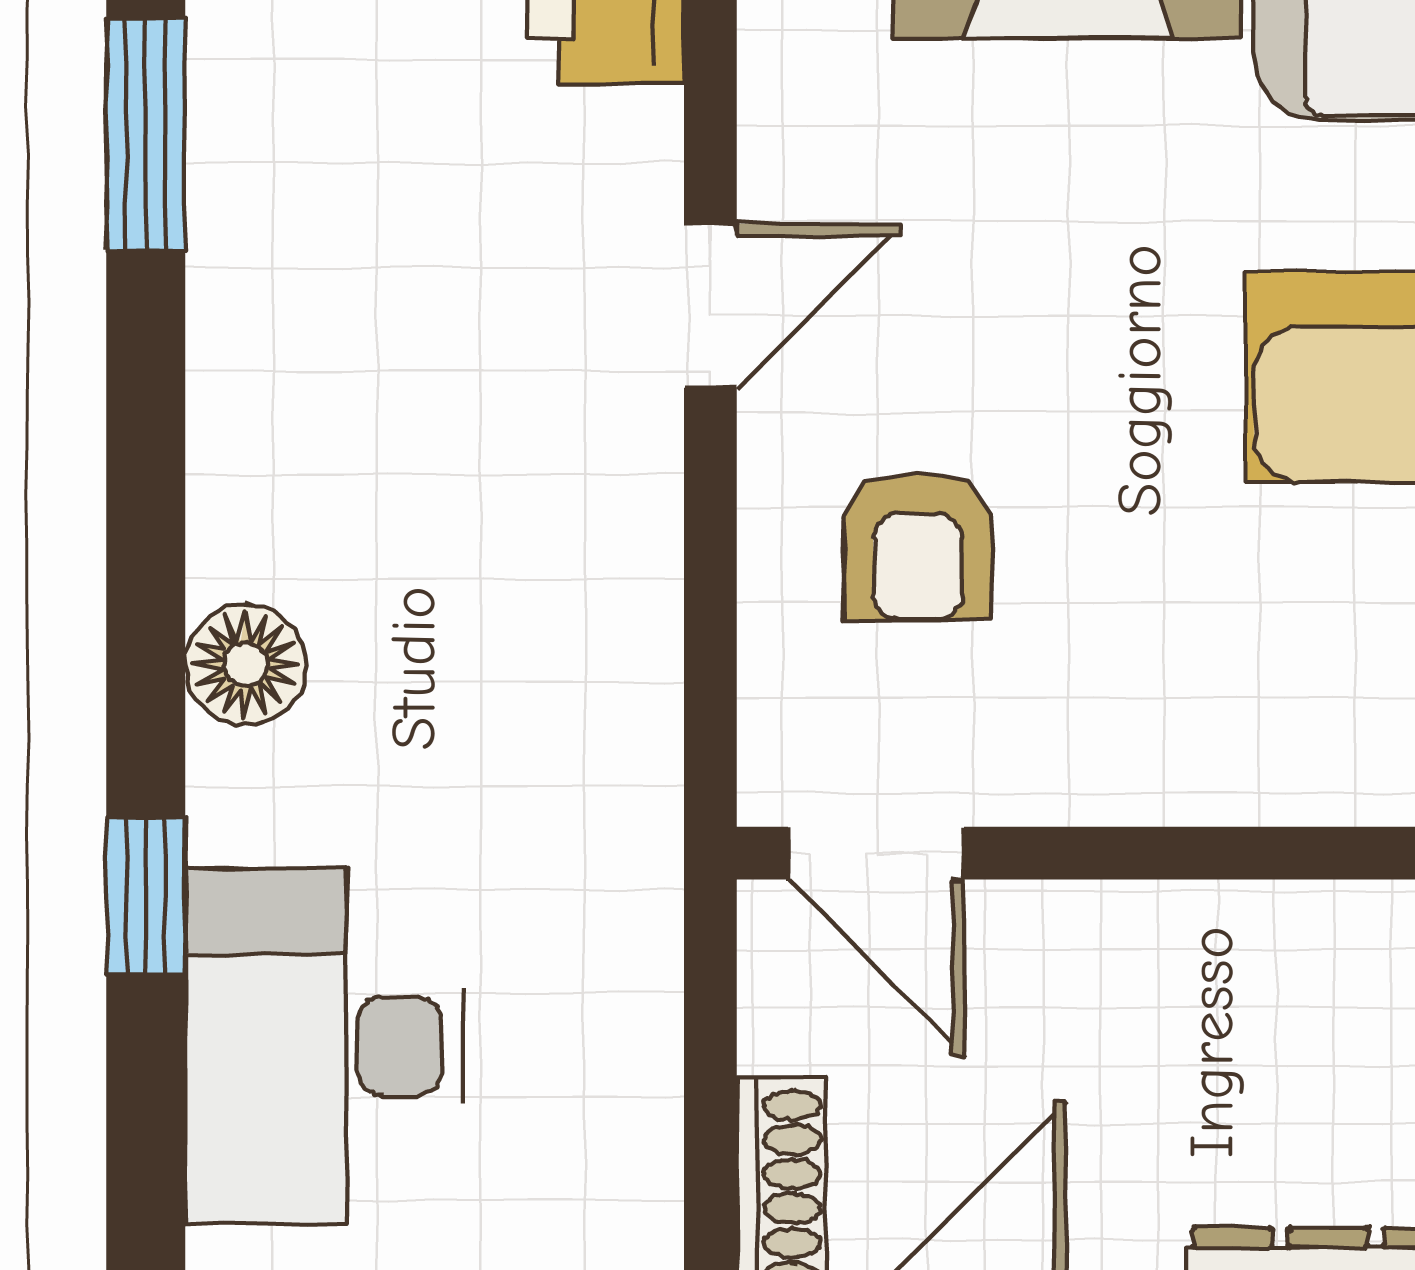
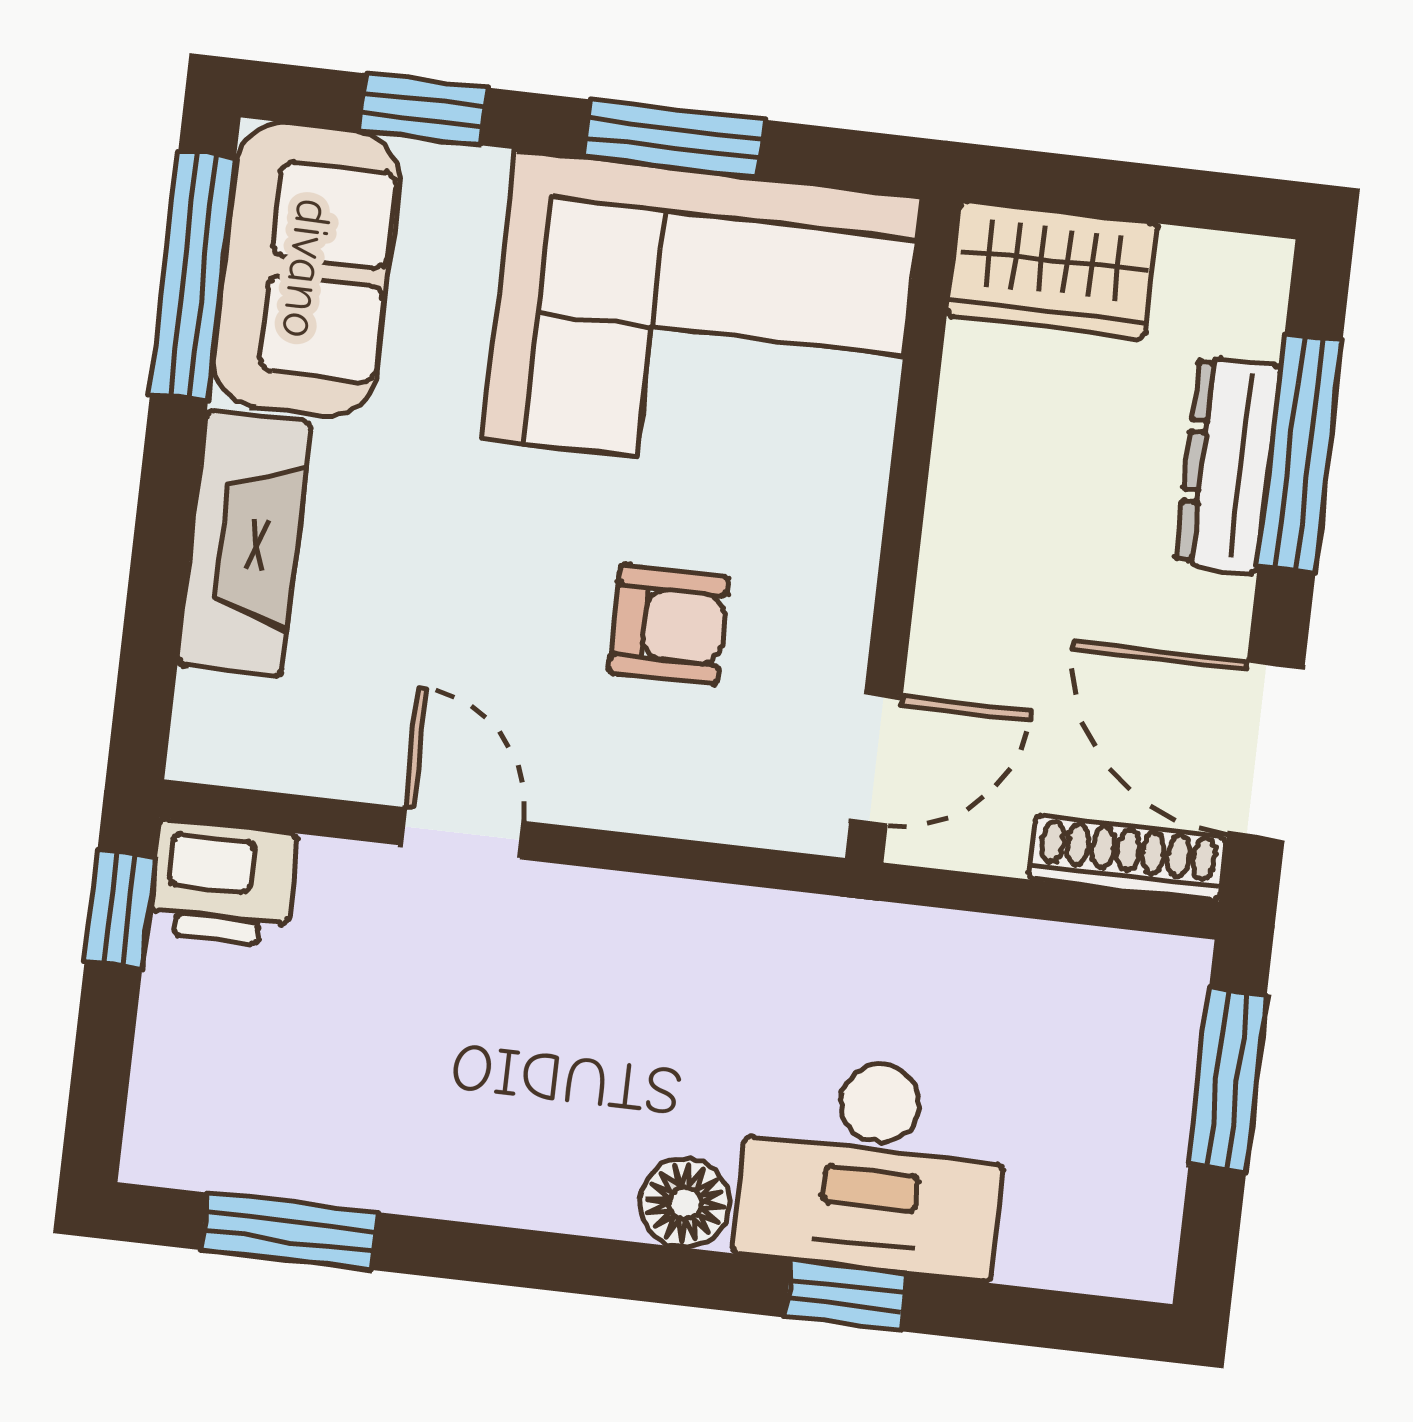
armchair: (918, 546) -> (669, 625), moved
desk: (324, 1046) -> (873, 1166), moved

